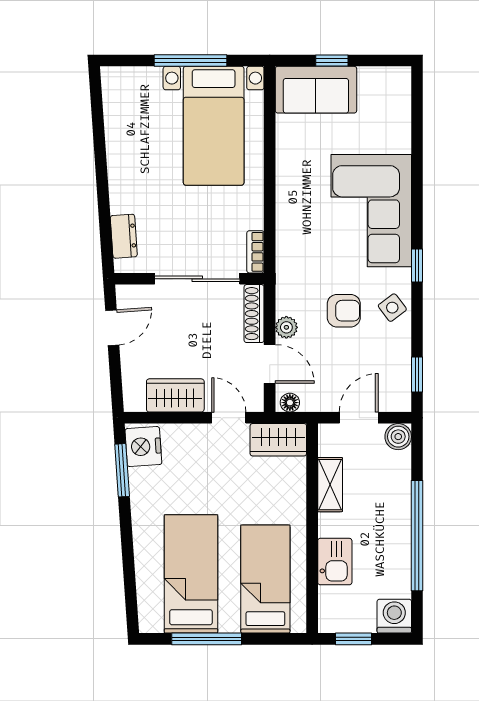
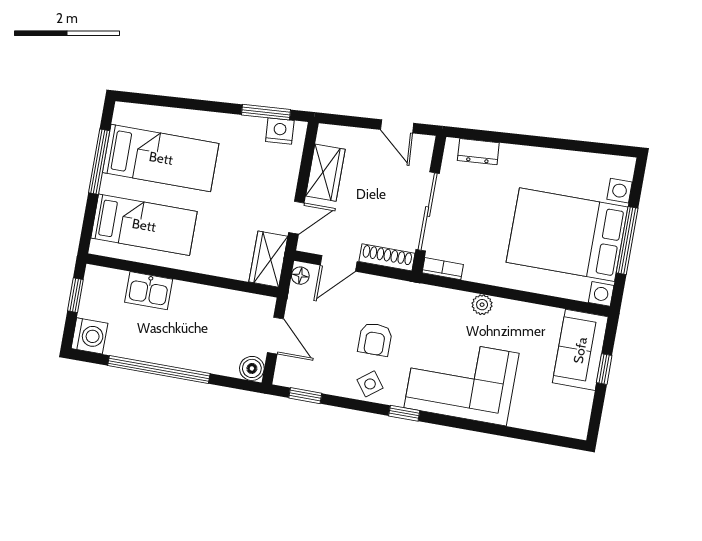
bed with nightstands: (214, 126) -> (567, 235), width x1.36
plant: (286, 327) -> (482, 305), moved
nightstand: (143, 447) -> (280, 131), width x0.74, depth x0.75
shelving: (330, 485) -> (219, 299), removed

